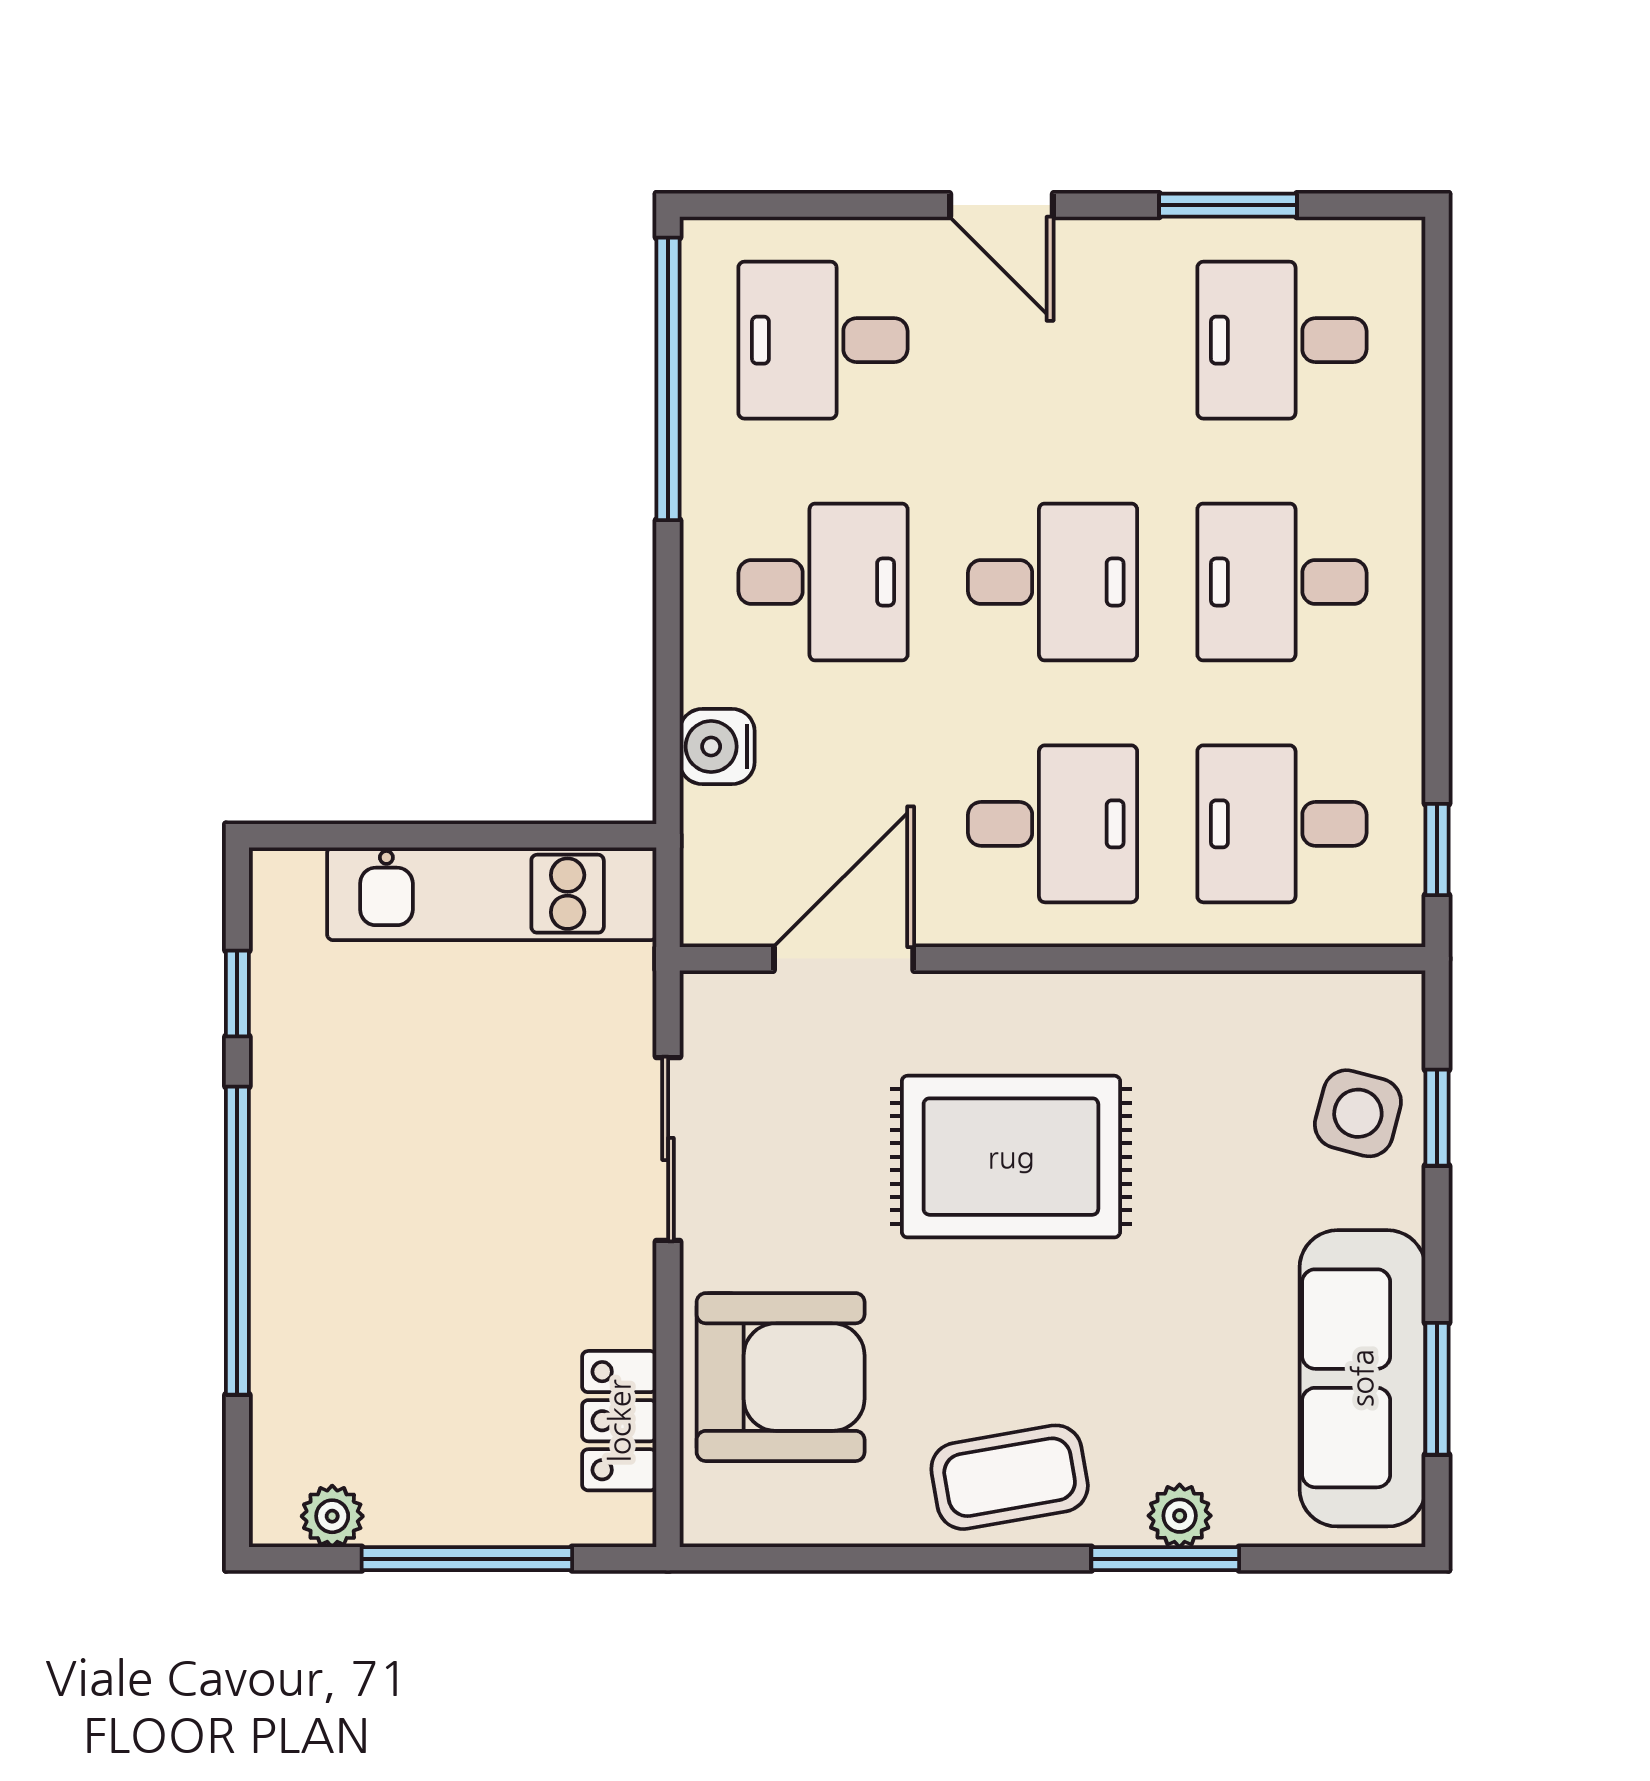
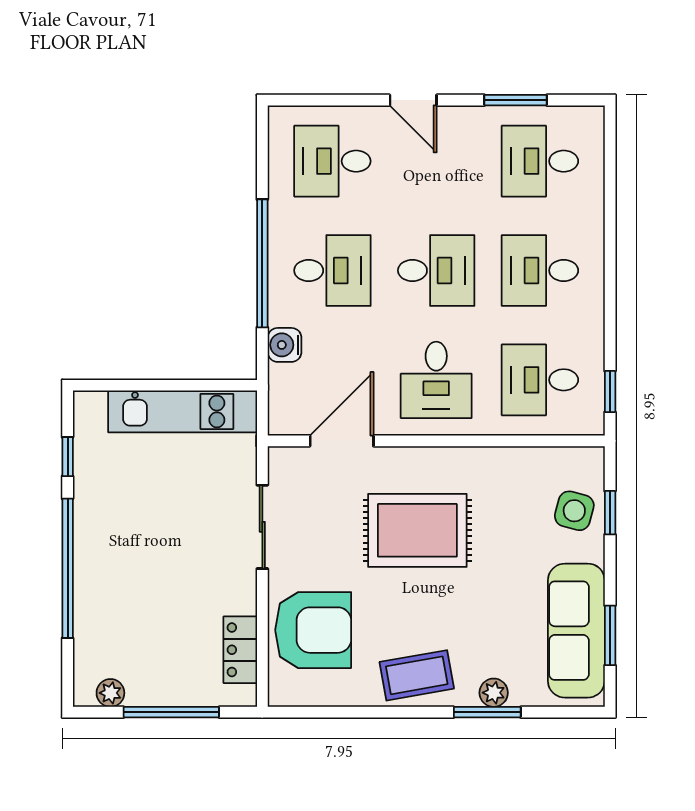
window: (668, 379) -> (262, 263), moved
desk: (1053, 824) -> (436, 380), turned 90

